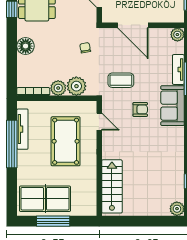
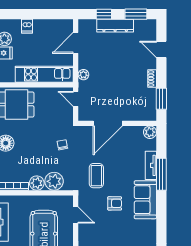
door: (133, 25) -> (108, 123), hinge flipped
coffee table: (121, 80) -> (96, 176), turned 90

